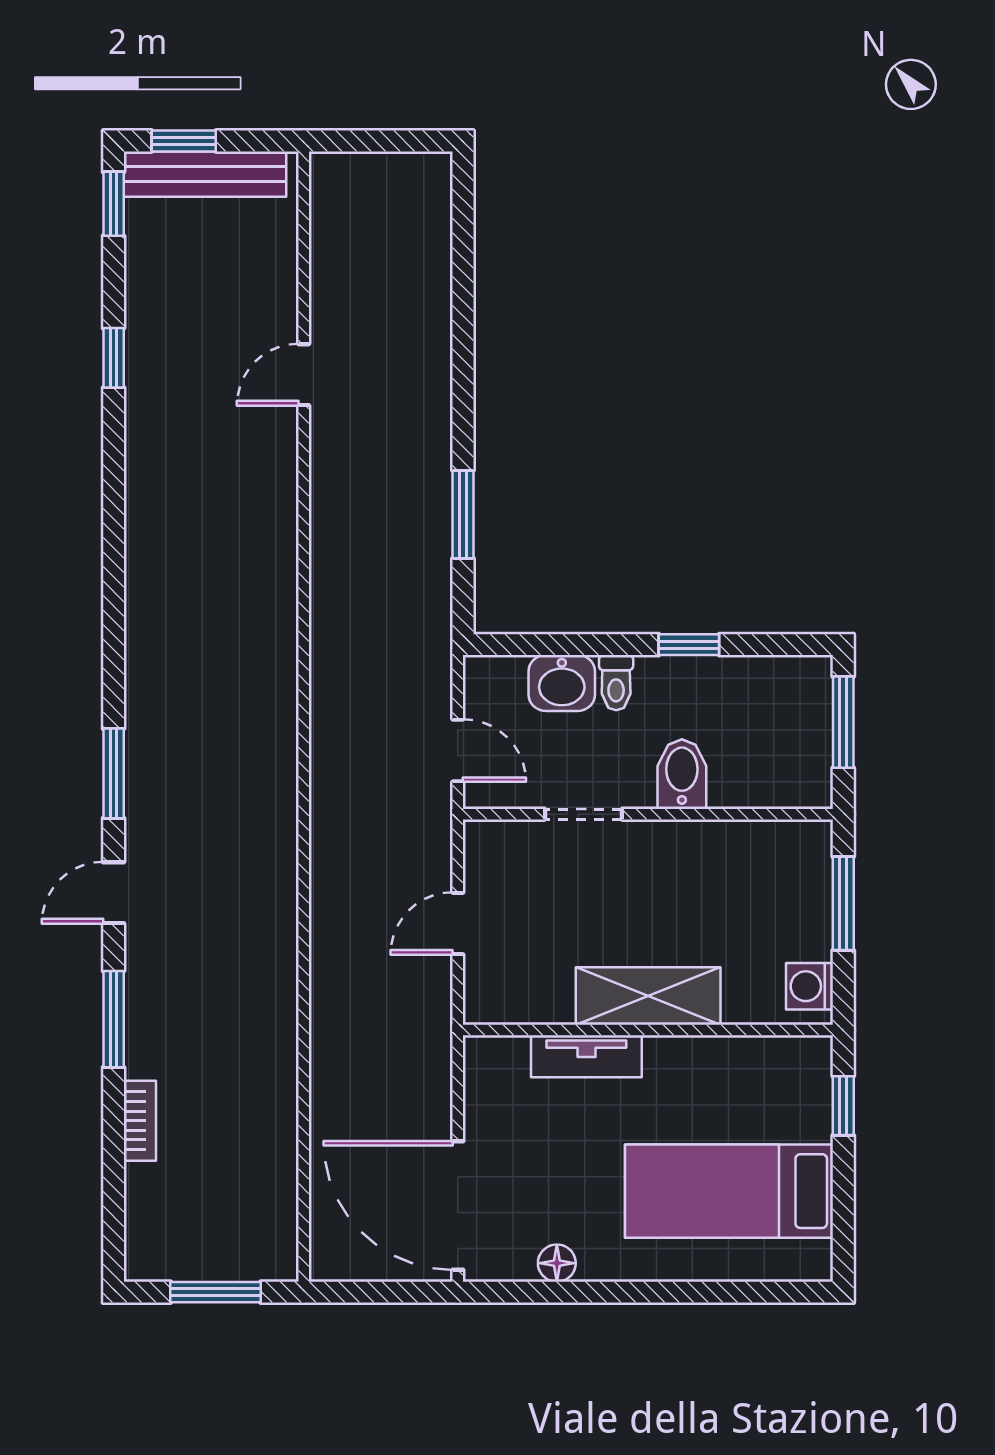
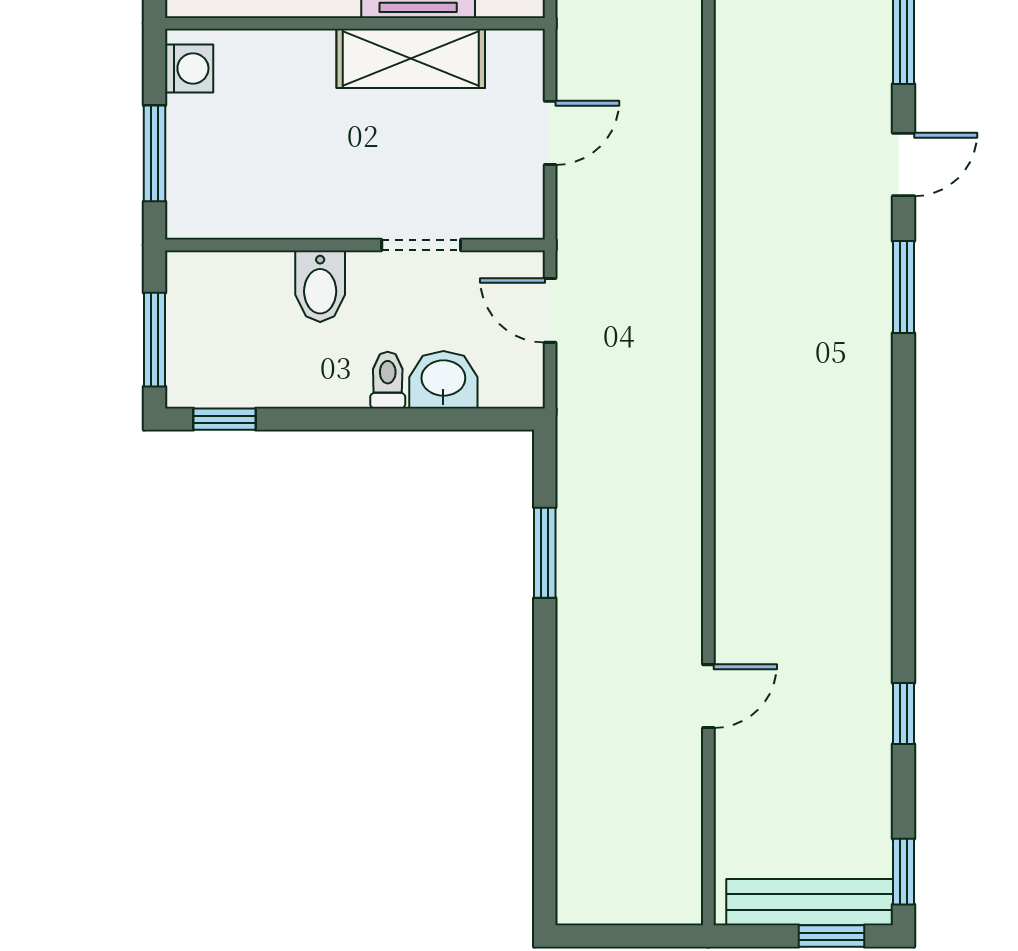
window: (689, 645) -> (225, 419), moved
shelving: (648, 996) -> (411, 58), moved

